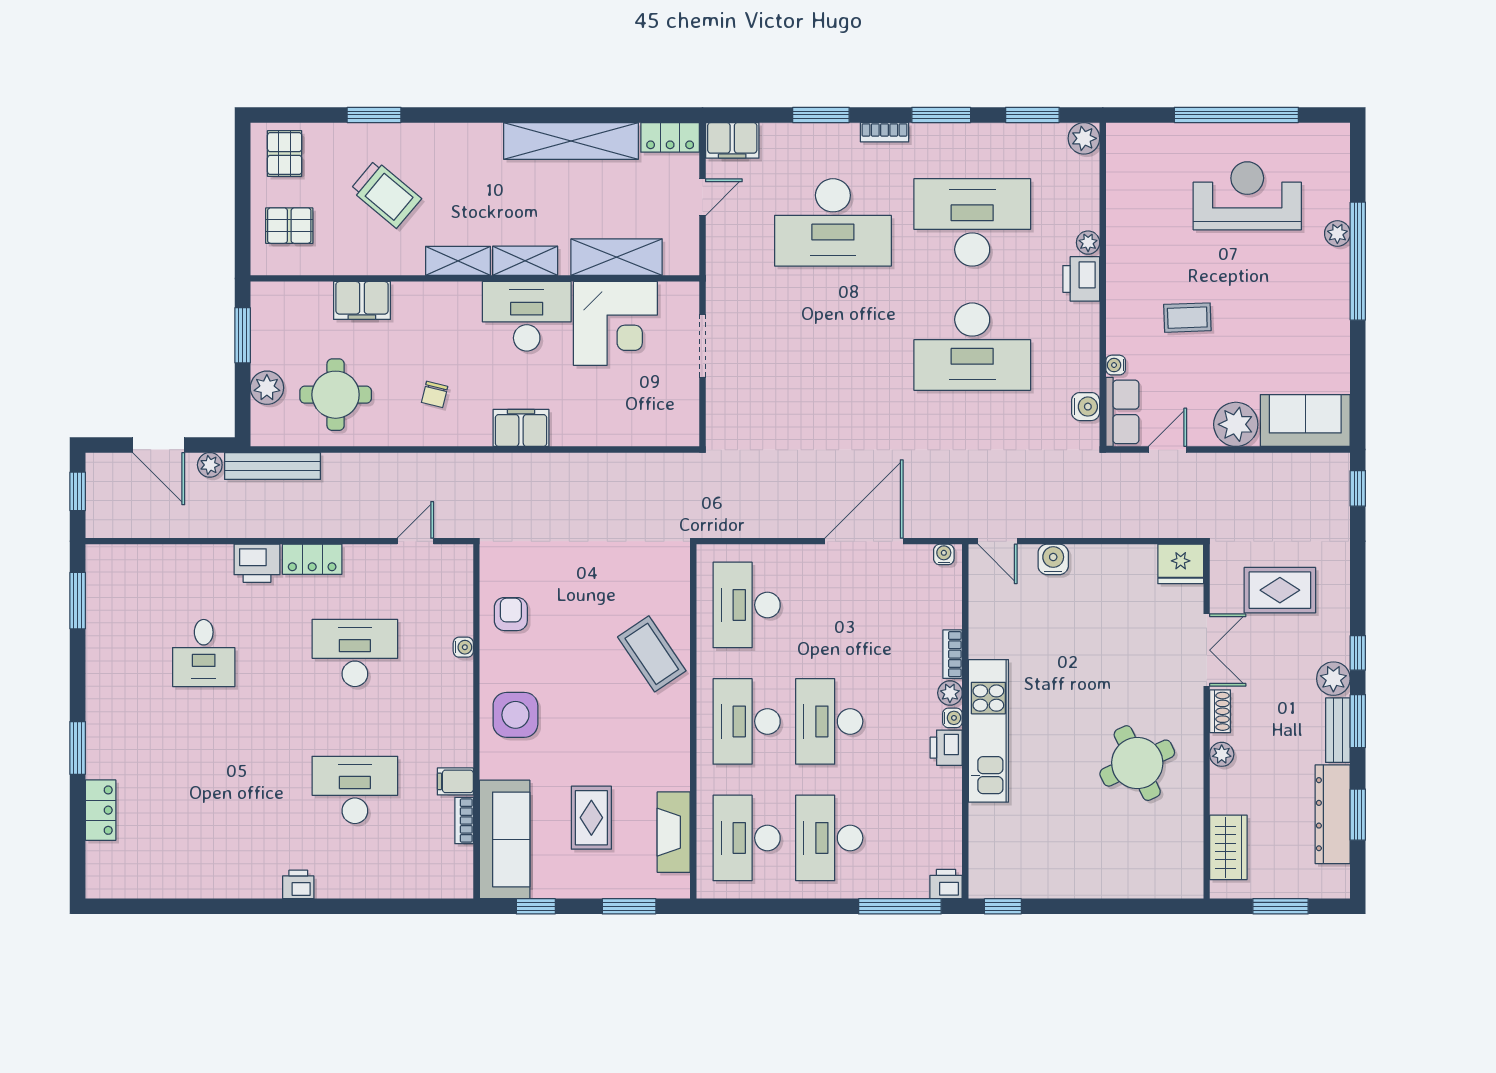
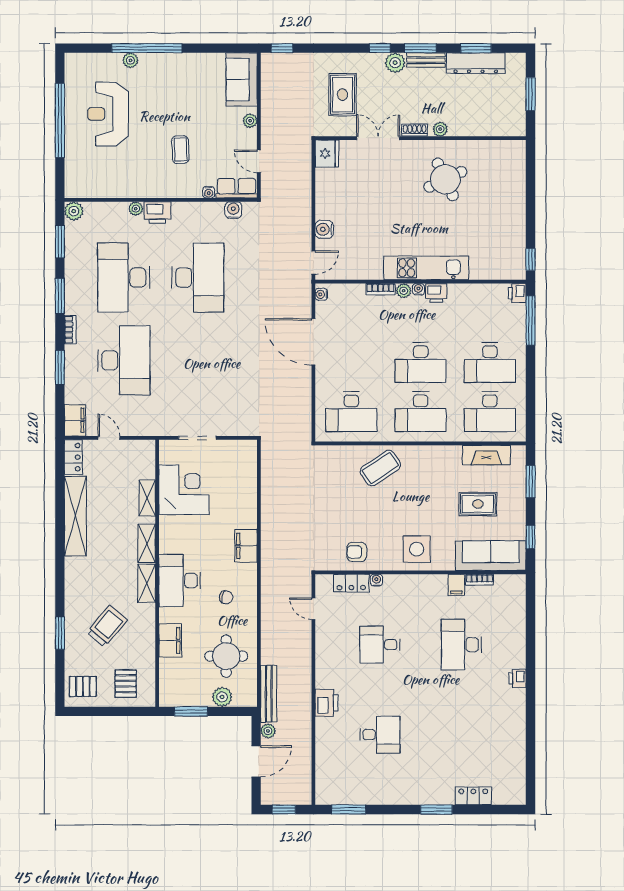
shelving: (617, 257) -> (147, 498), width x0.67, depth x0.75
desk: (527, 316) -> (180, 581), moved
plant: (1236, 424) -> (250, 121), width x0.53, depth x0.53
locker: (312, 559) -> (351, 583), moved, turned 90
desk: (355, 653) -> (380, 645), width x0.73
wardrobe: (1228, 847) -> (495, 125), removed

